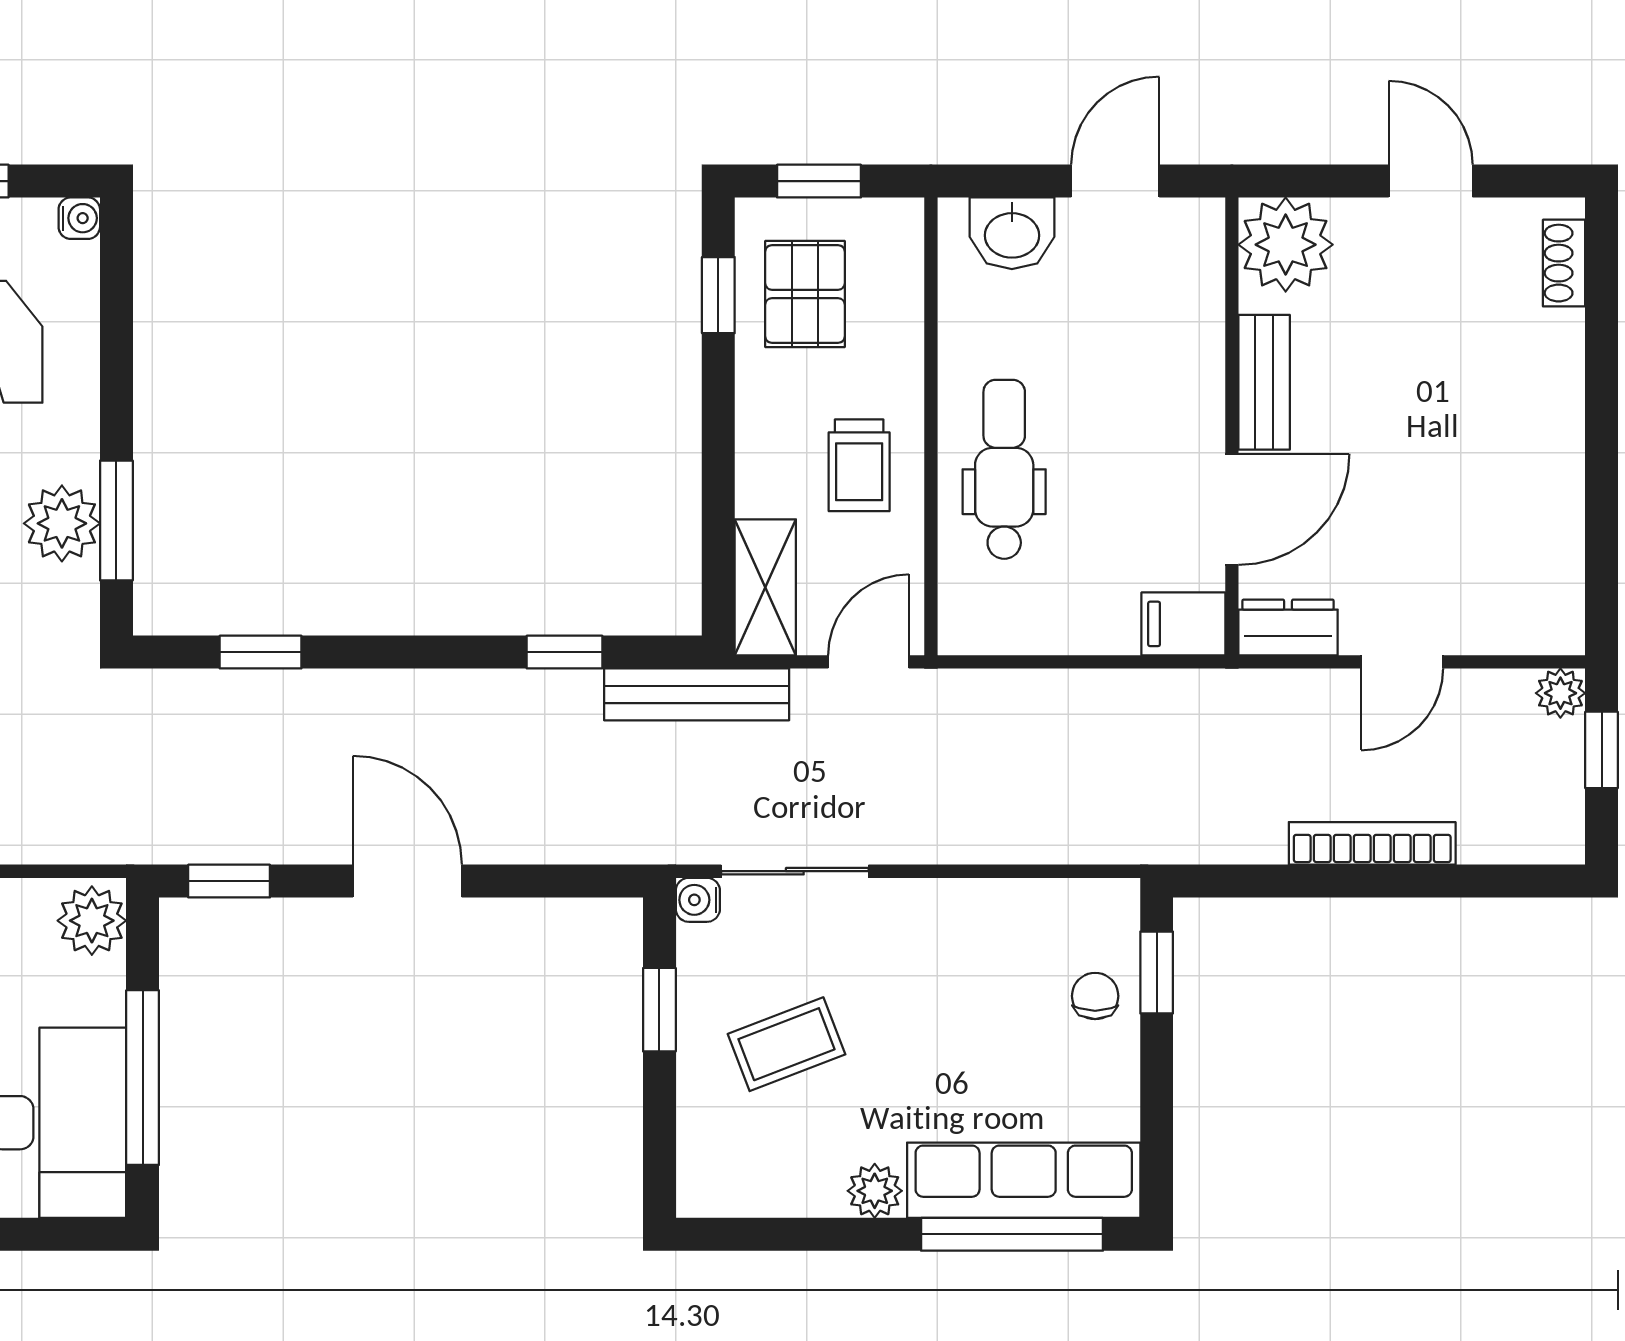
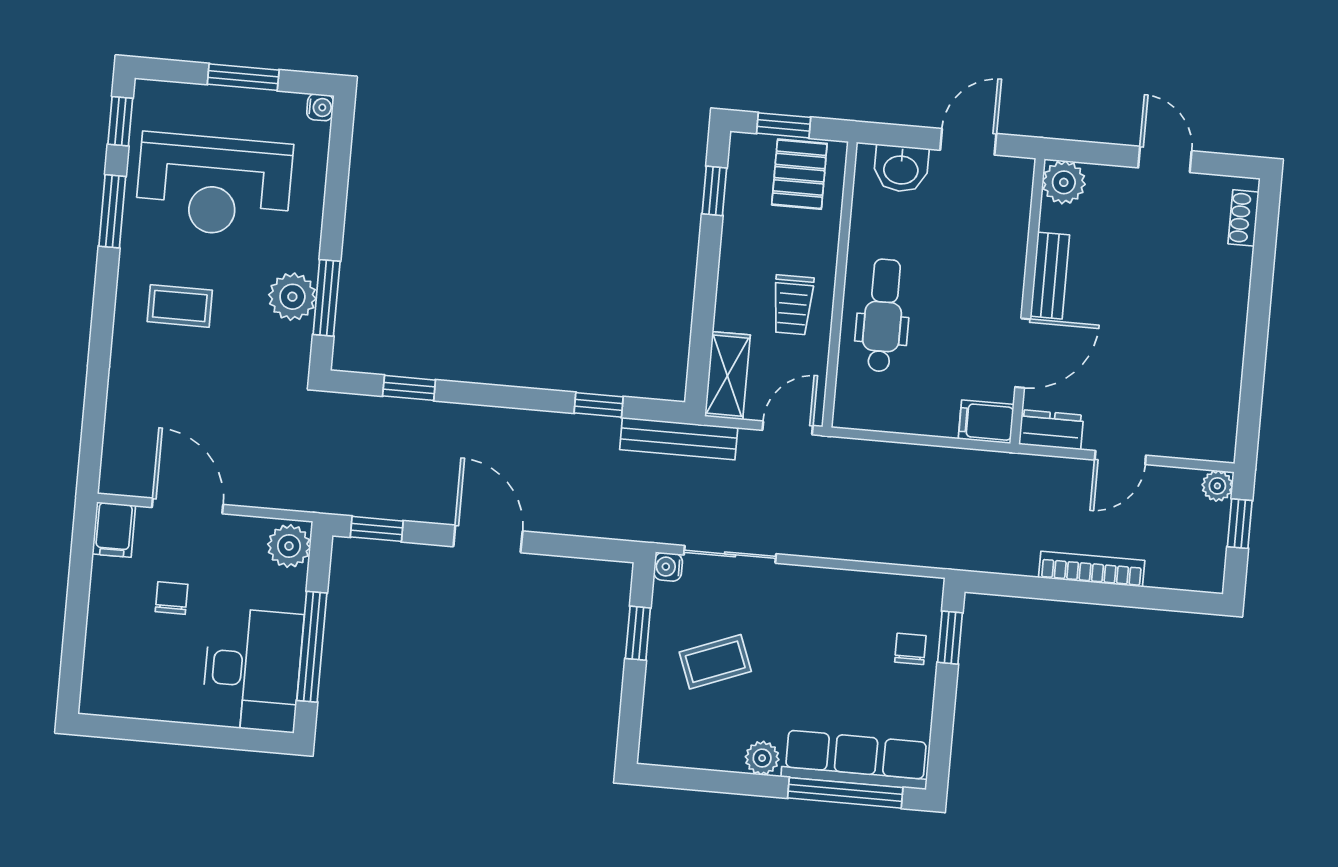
plant: (1286, 245) -> (1064, 182), width x0.73, depth x0.73
pallet: (805, 294) -> (799, 174), moved

